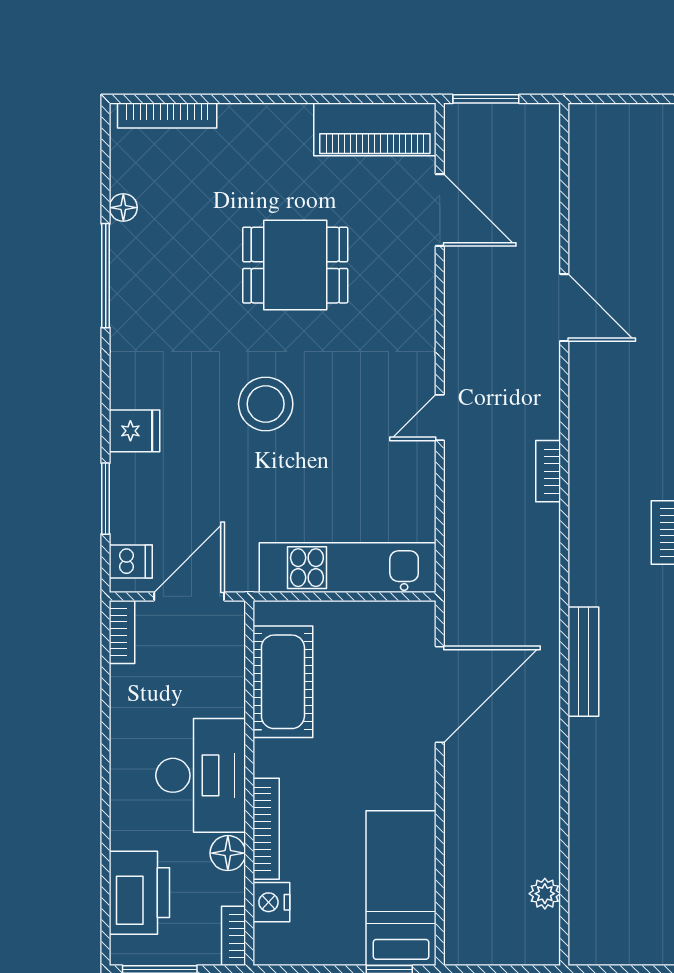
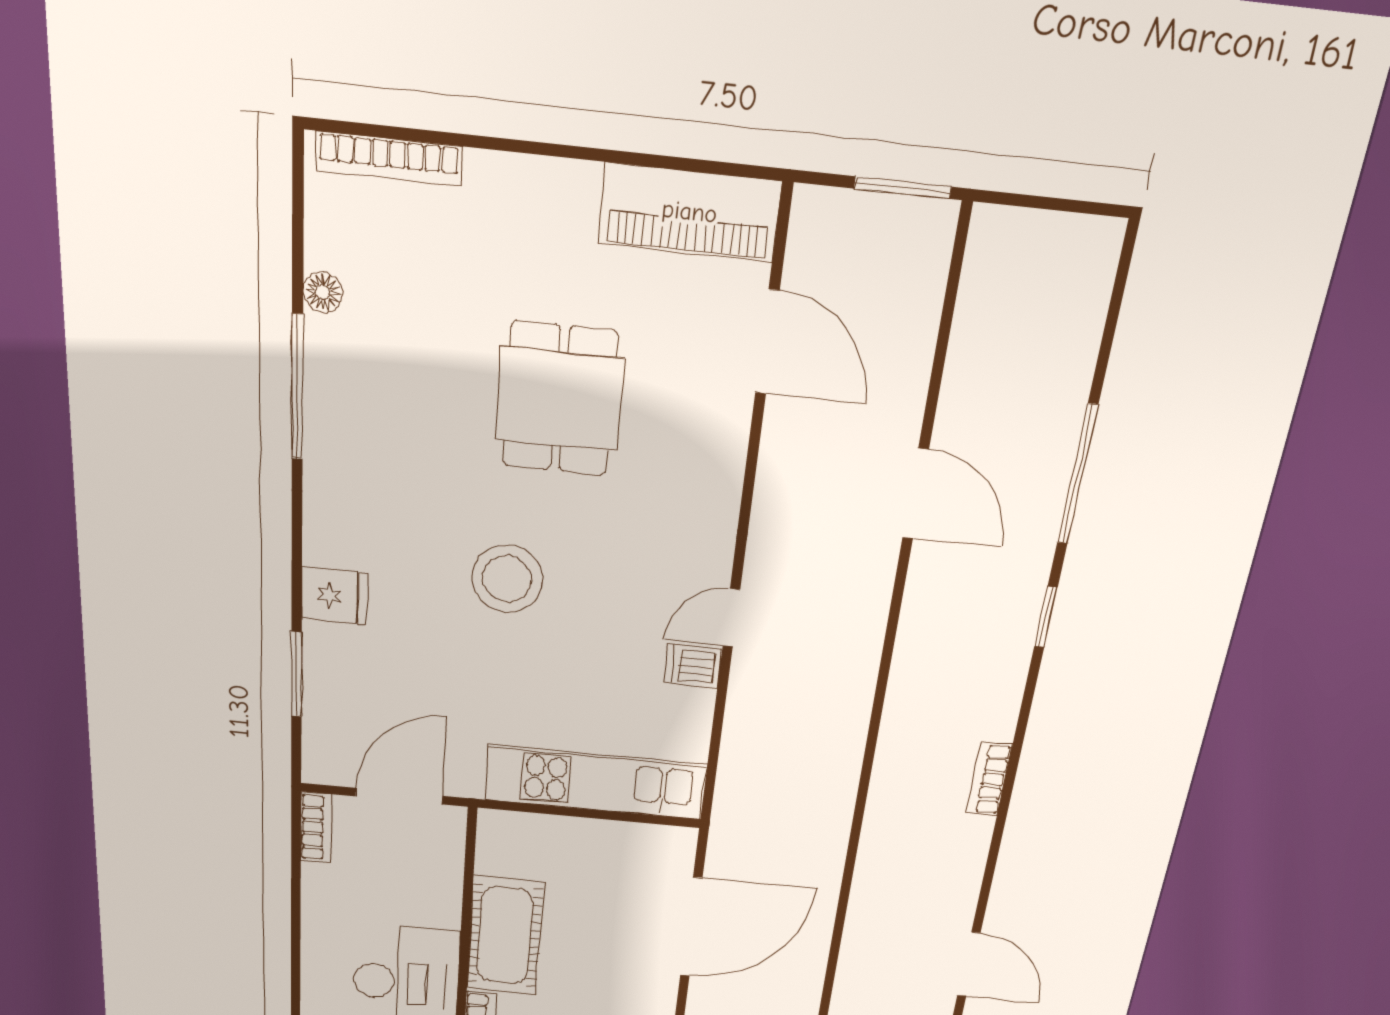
window: (486, 99) -> (903, 188), moved
dining table: (295, 265) -> (560, 399), turned 90
bookcase: (548, 471) -> (859, 695), removed
dishwasher: (131, 561) -> (693, 666), moved, turned 180
bench: (583, 662) -> (865, 909), removed
cot: (283, 682) -> (505, 936), moved

